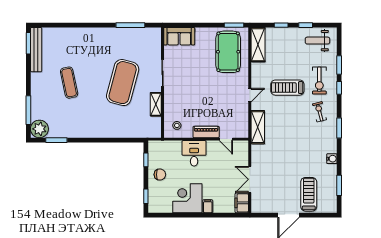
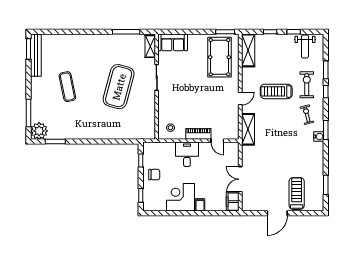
weight bench: (317, 41) -> (305, 46), turned -90
exercise bike: (319, 81) -> (307, 85), turned 180
shelving: (156, 104) -> (150, 46), moved
water cooler: (332, 159) -> (319, 137), moved

